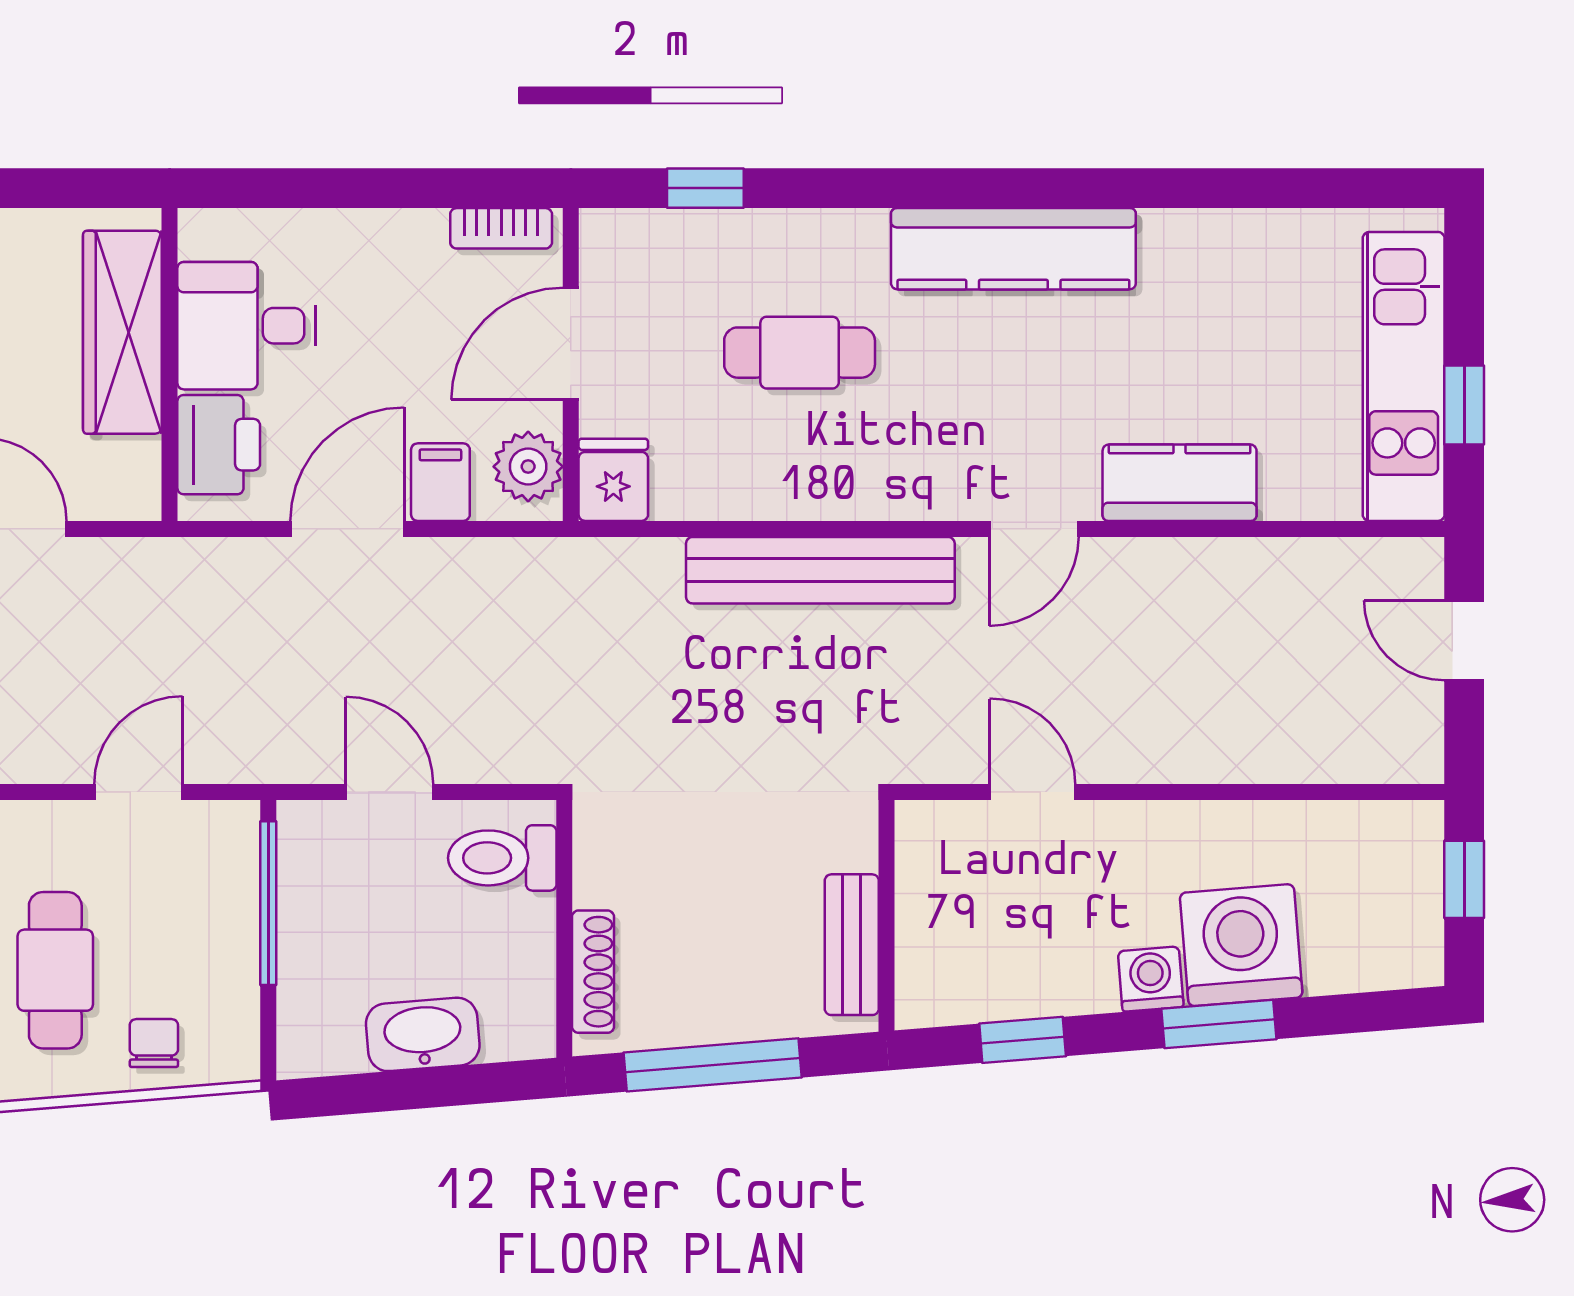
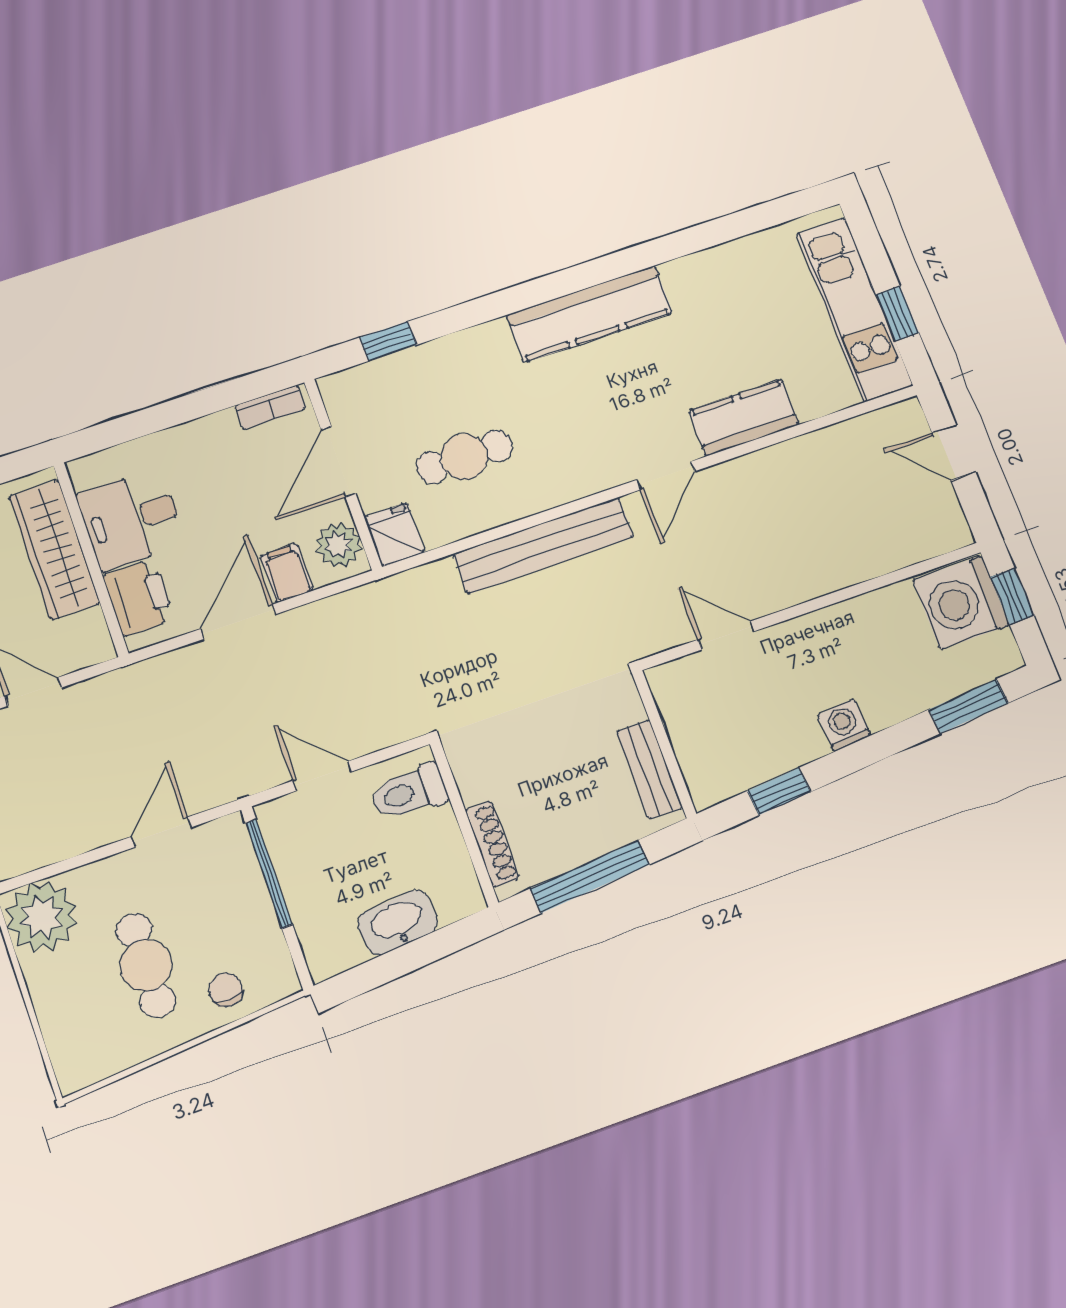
cafe table: (800, 353) -> (464, 457), moved
washing machine: (1241, 945) -> (961, 602), moved, turned -85
window: (1219, 1024) -> (968, 706), moved

